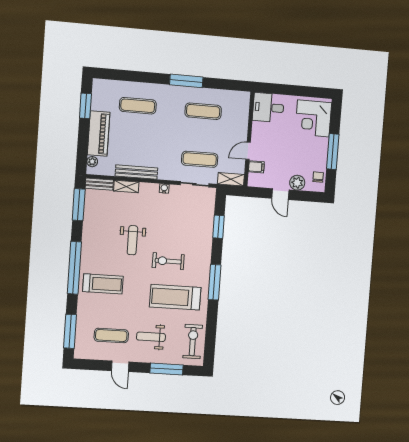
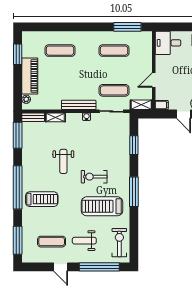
window: (186, 81) -> (127, 27), moved
filing cabinet: (256, 167) -> (162, 105), moved
bench: (136, 172) -> (79, 105), moved
window: (167, 369) -> (99, 267), width x1.46

